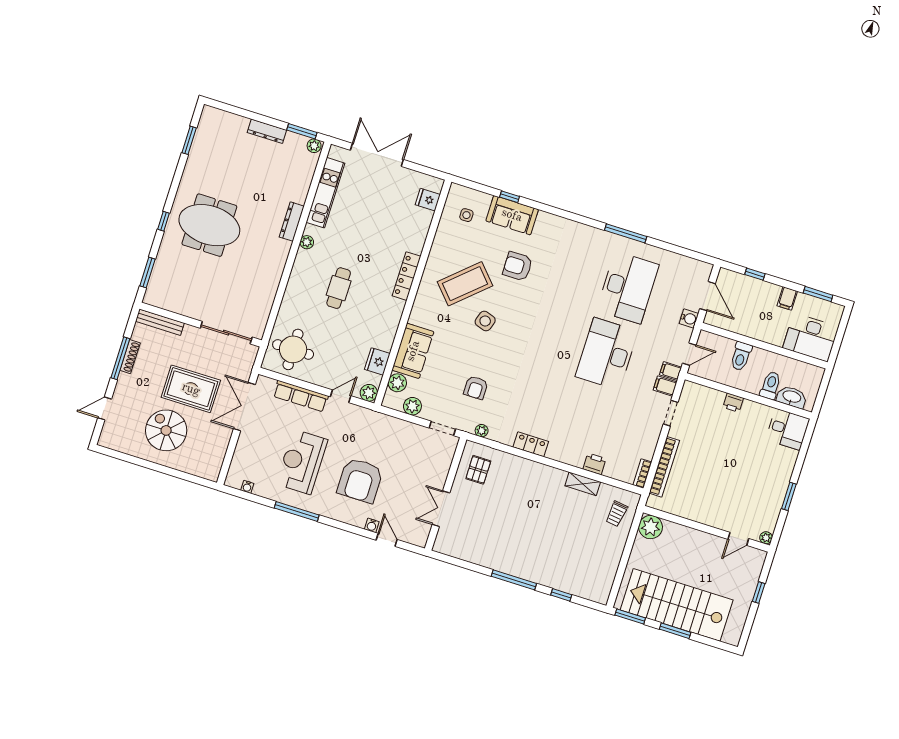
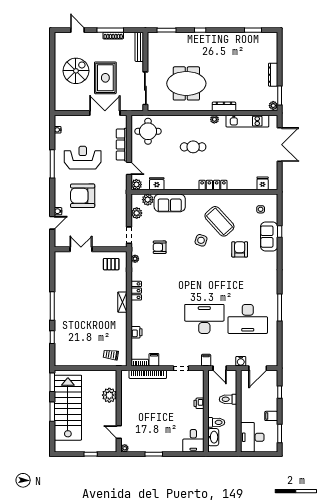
meeting table: (209, 225) -> (186, 83), moved, turned 90
filing cabinet: (665, 386) -> (154, 360), moved
shelving: (583, 484) -> (122, 302), moved
plant: (651, 527) -> (109, 395), moved

